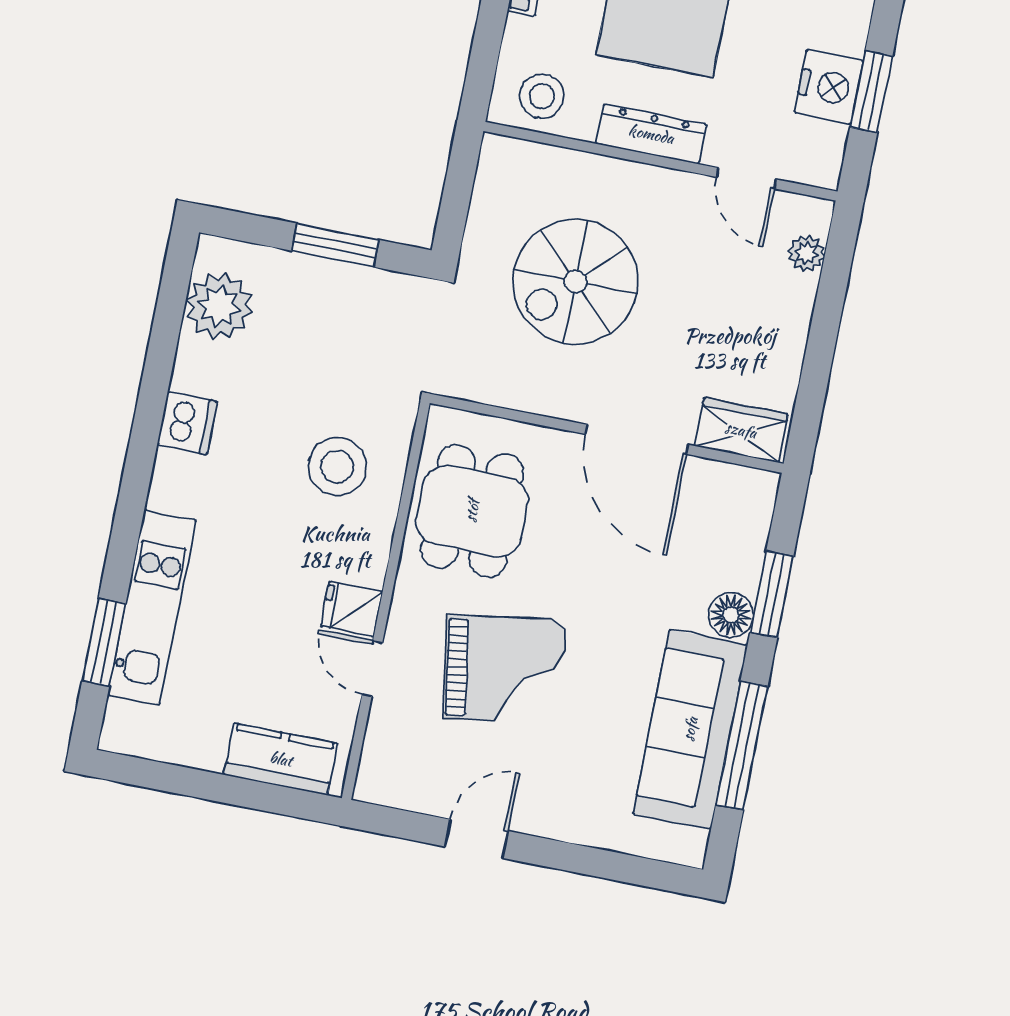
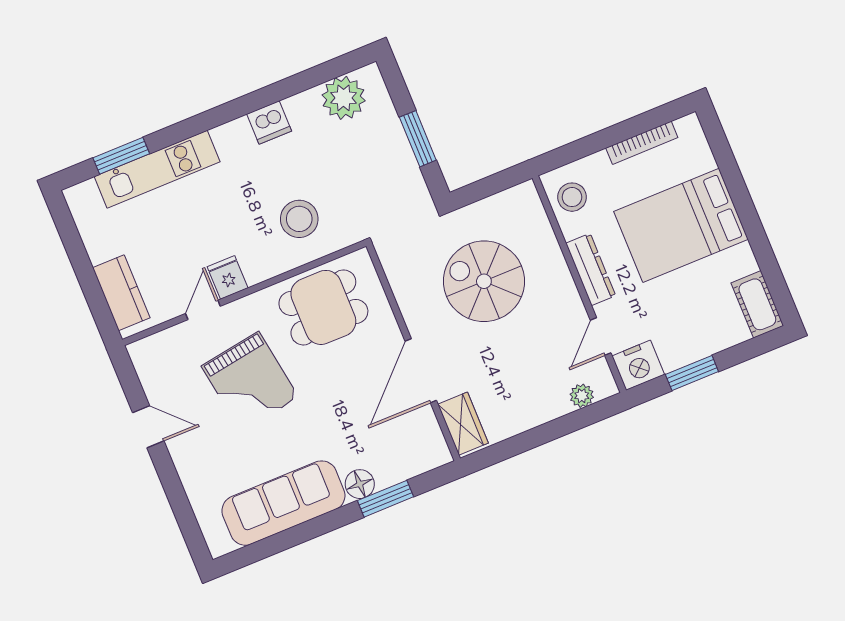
nightstand: (829, 87) -> (638, 365), moved
window: (742, 746) -> (293, 537), removed

